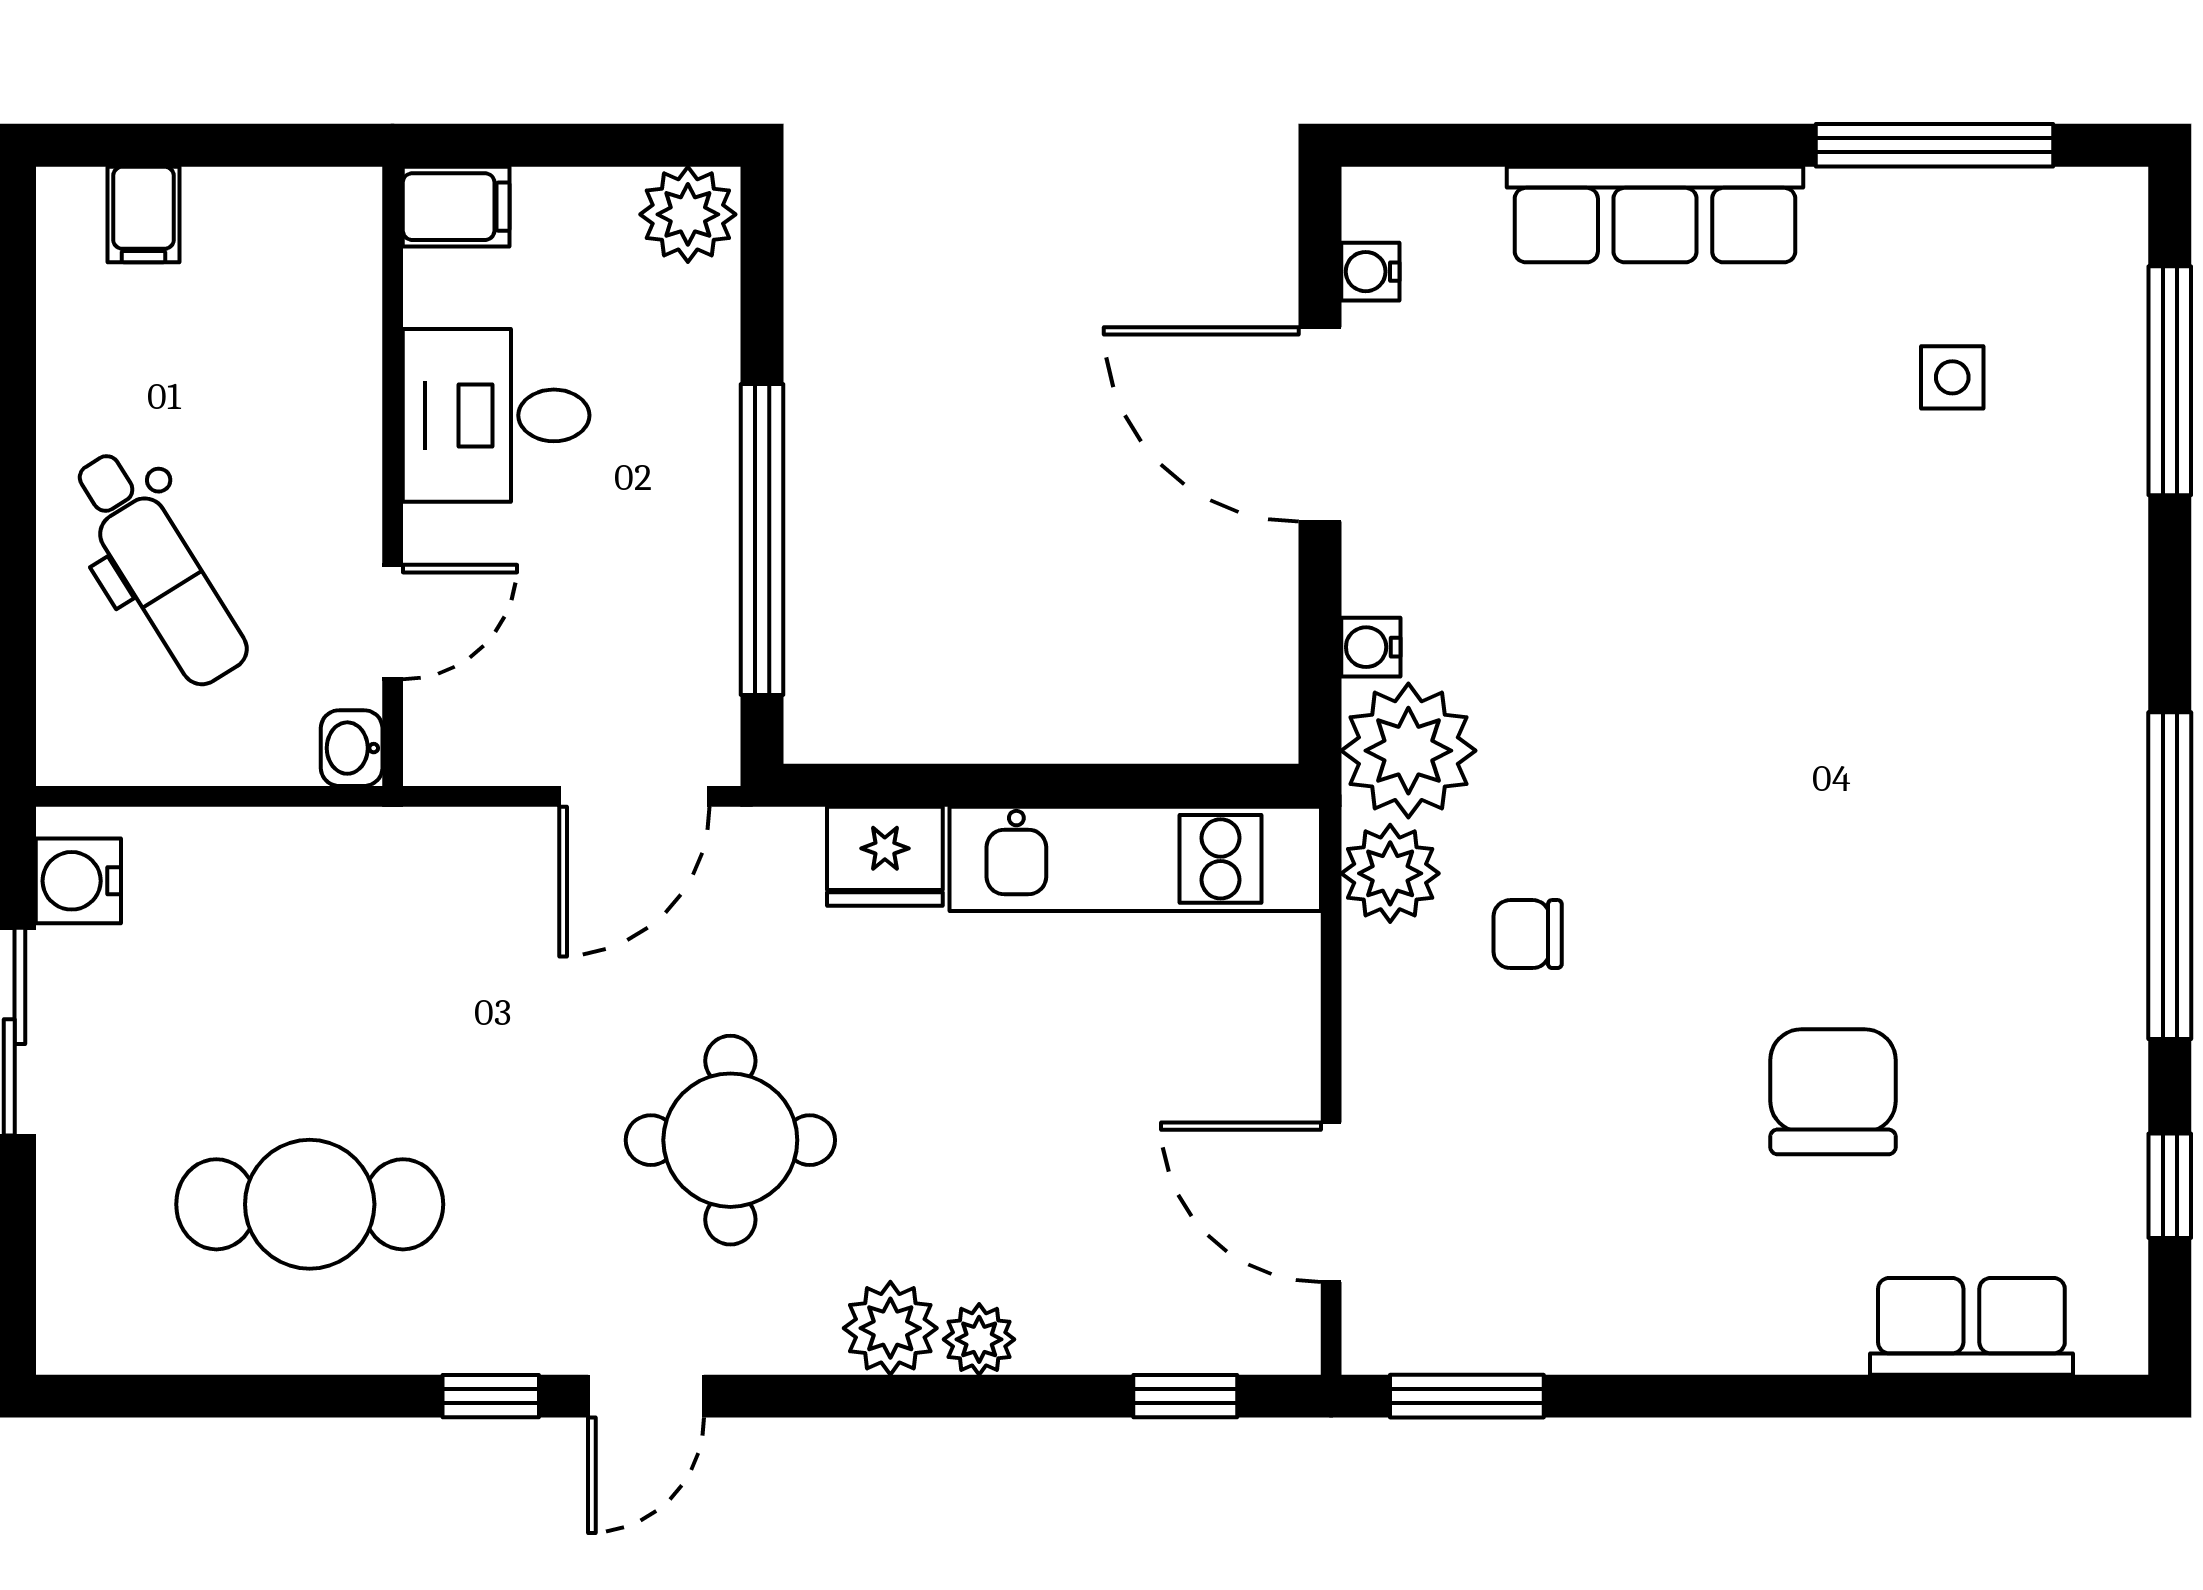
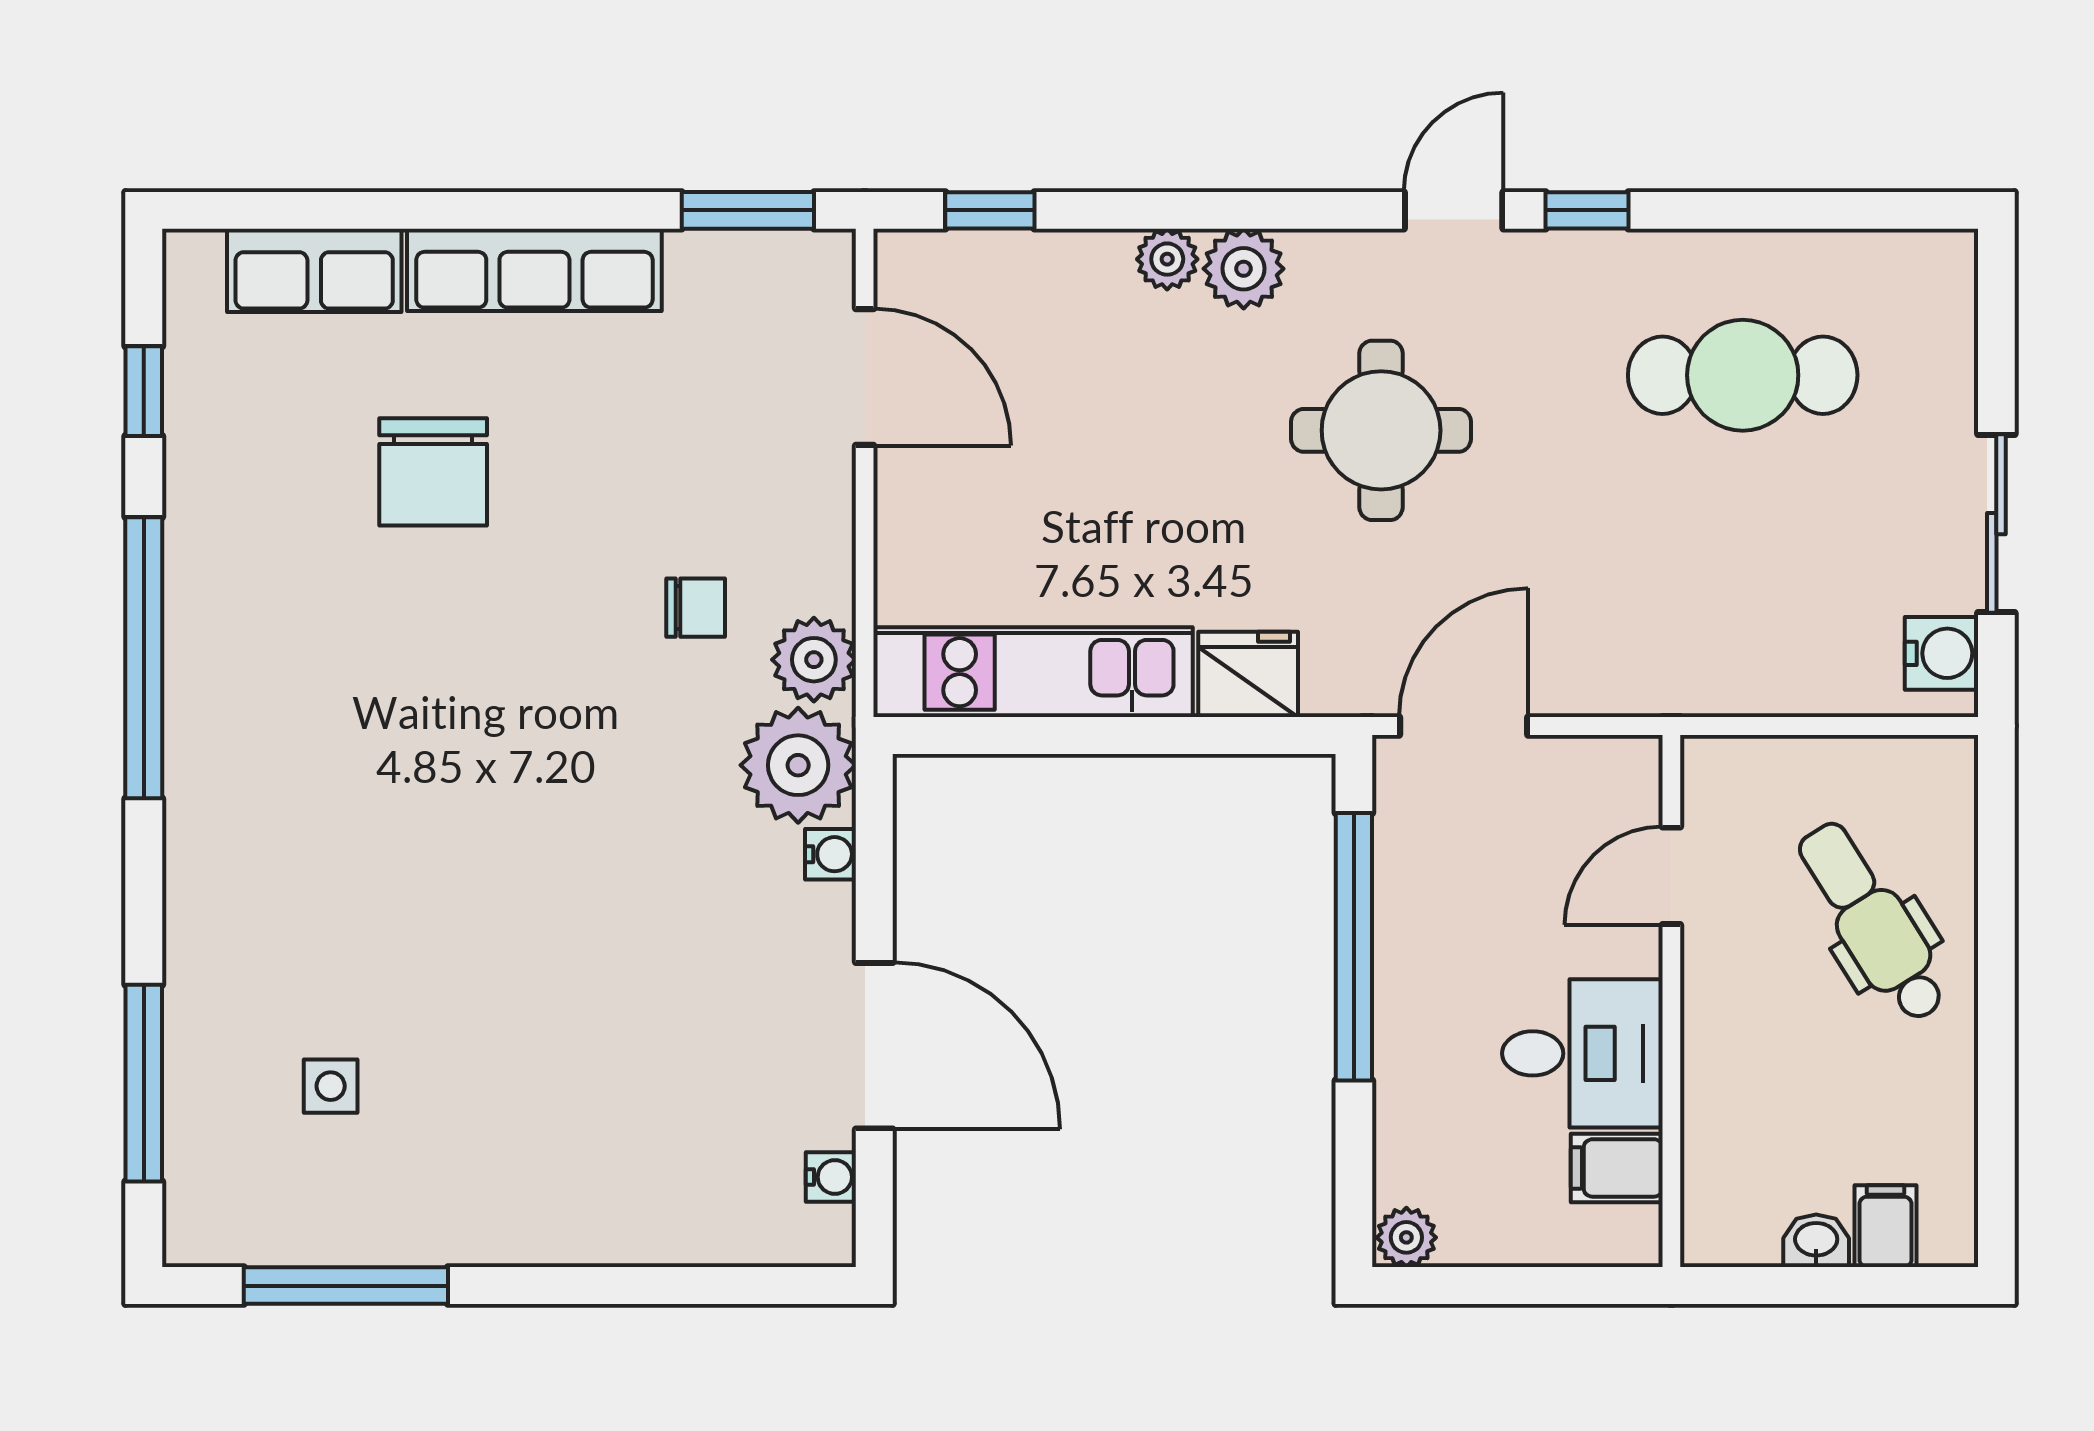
filing cabinet: (456, 207) -> (1617, 1168), moved
plant: (688, 214) -> (1406, 1237), width x0.73, depth x0.73
row of seats: (1655, 215) -> (534, 270), moved, turned 180
washbasin: (352, 748) -> (1816, 1241), moved, turned -90

